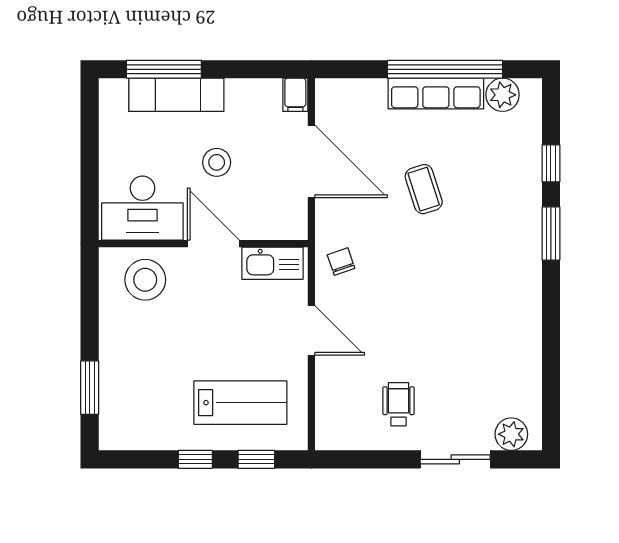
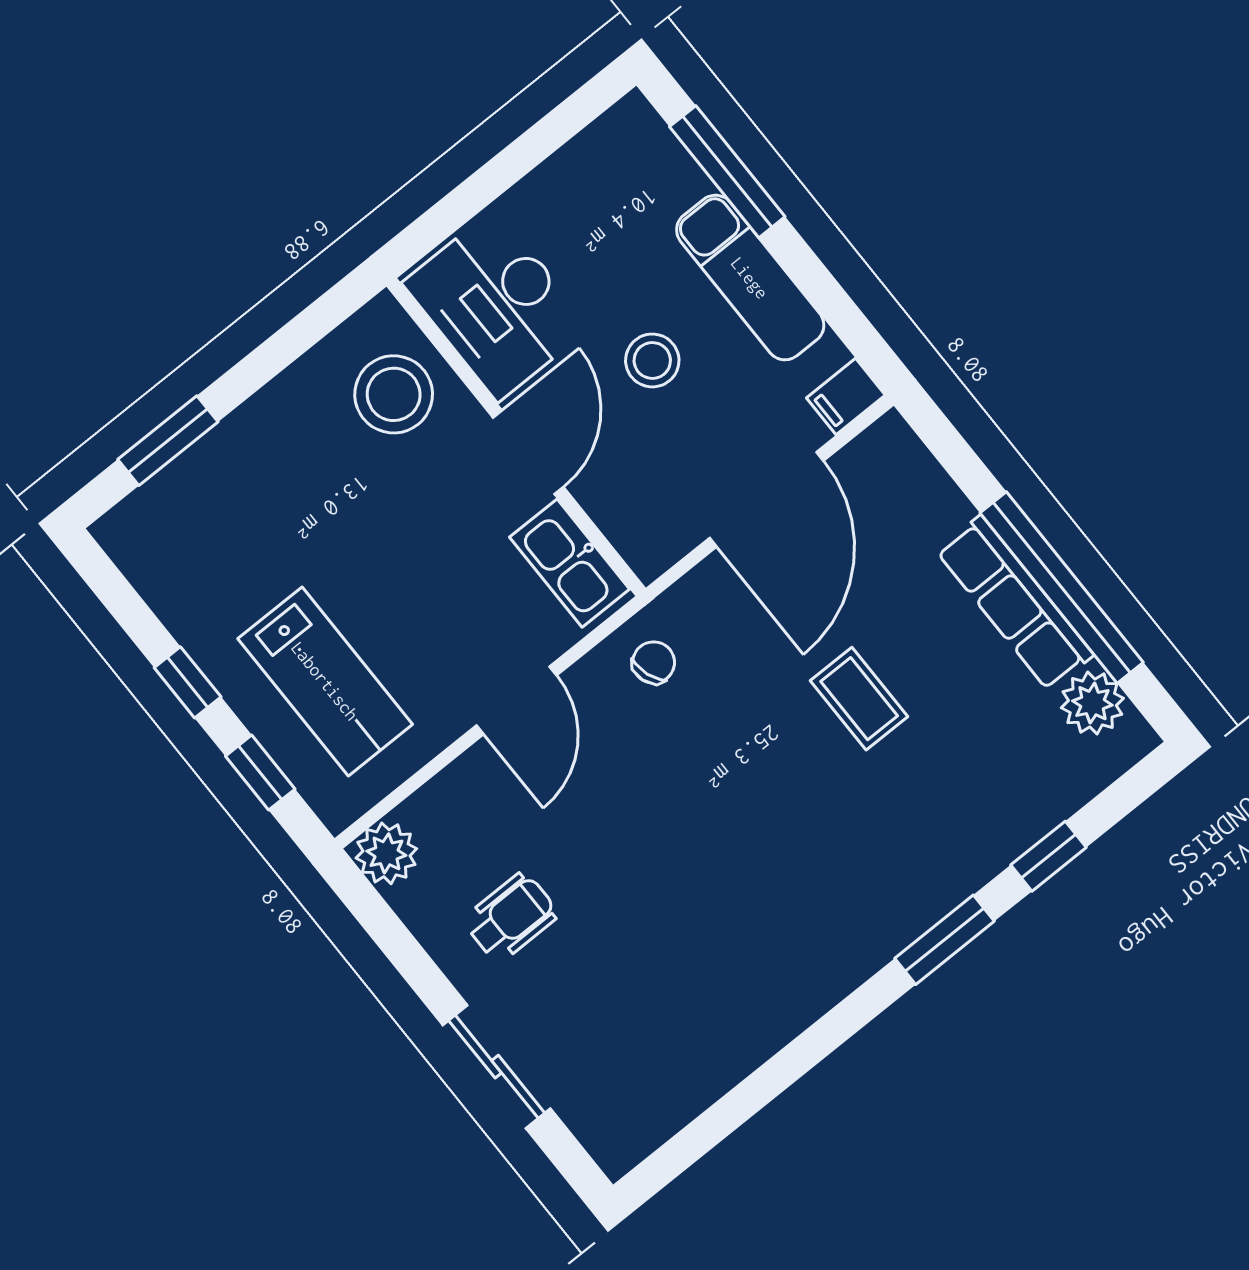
exam couch: (176, 95) -> (750, 278), moved
coffee table: (424, 189) -> (859, 699), turned -72
plant: (511, 434) -> (386, 853), moved

